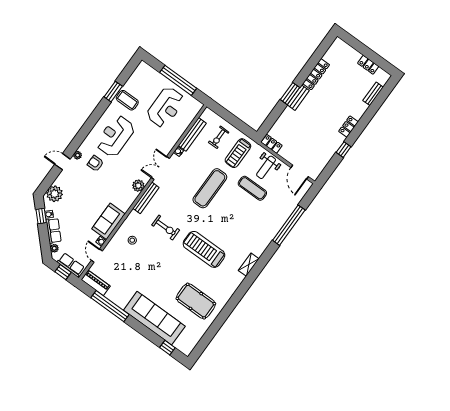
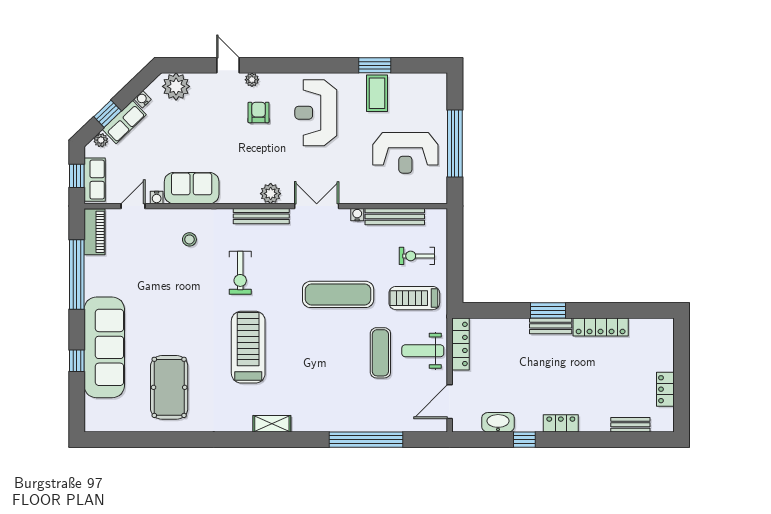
reception desk: (115, 136) -> (316, 113), turned -90
locker: (272, 144) -> (461, 344), width x1.53
washbasin: (326, 156) -> (498, 422), added
window: (41, 216) -> (108, 114), moved
window: (167, 348) -> (77, 361), moved

